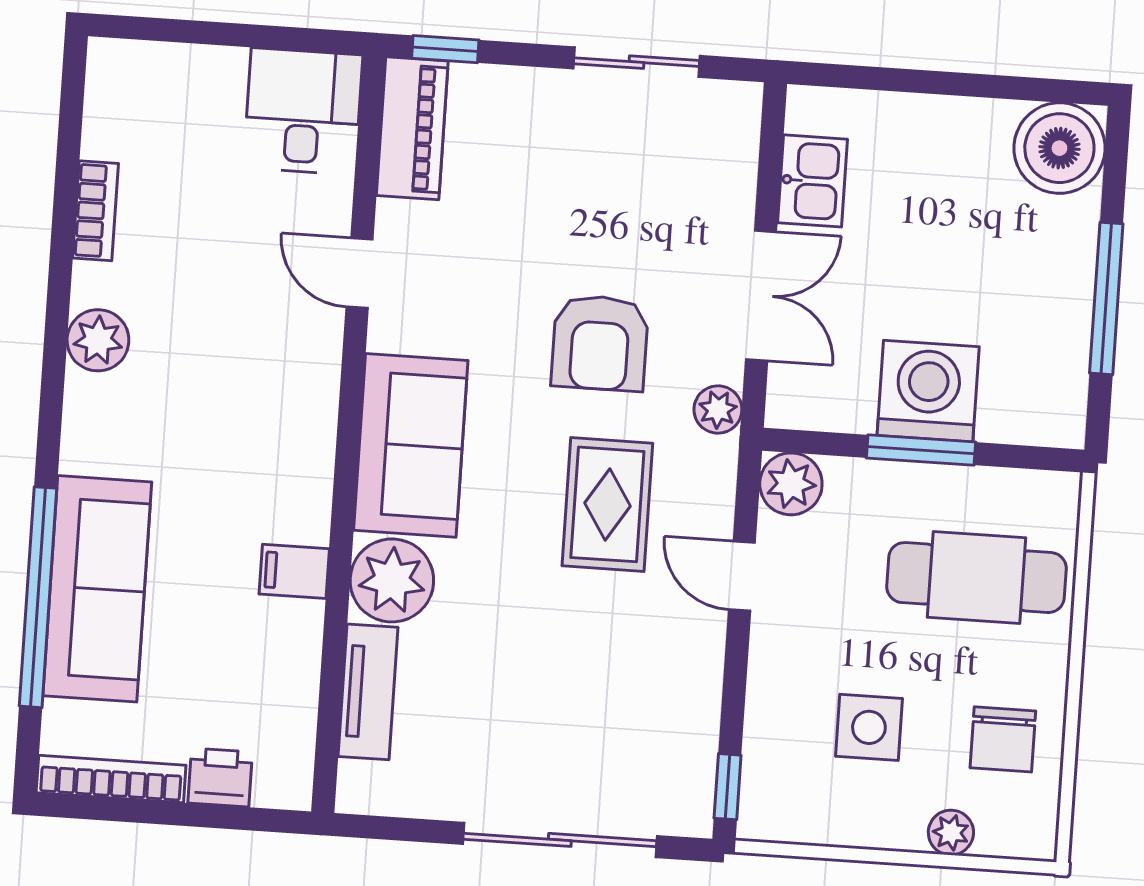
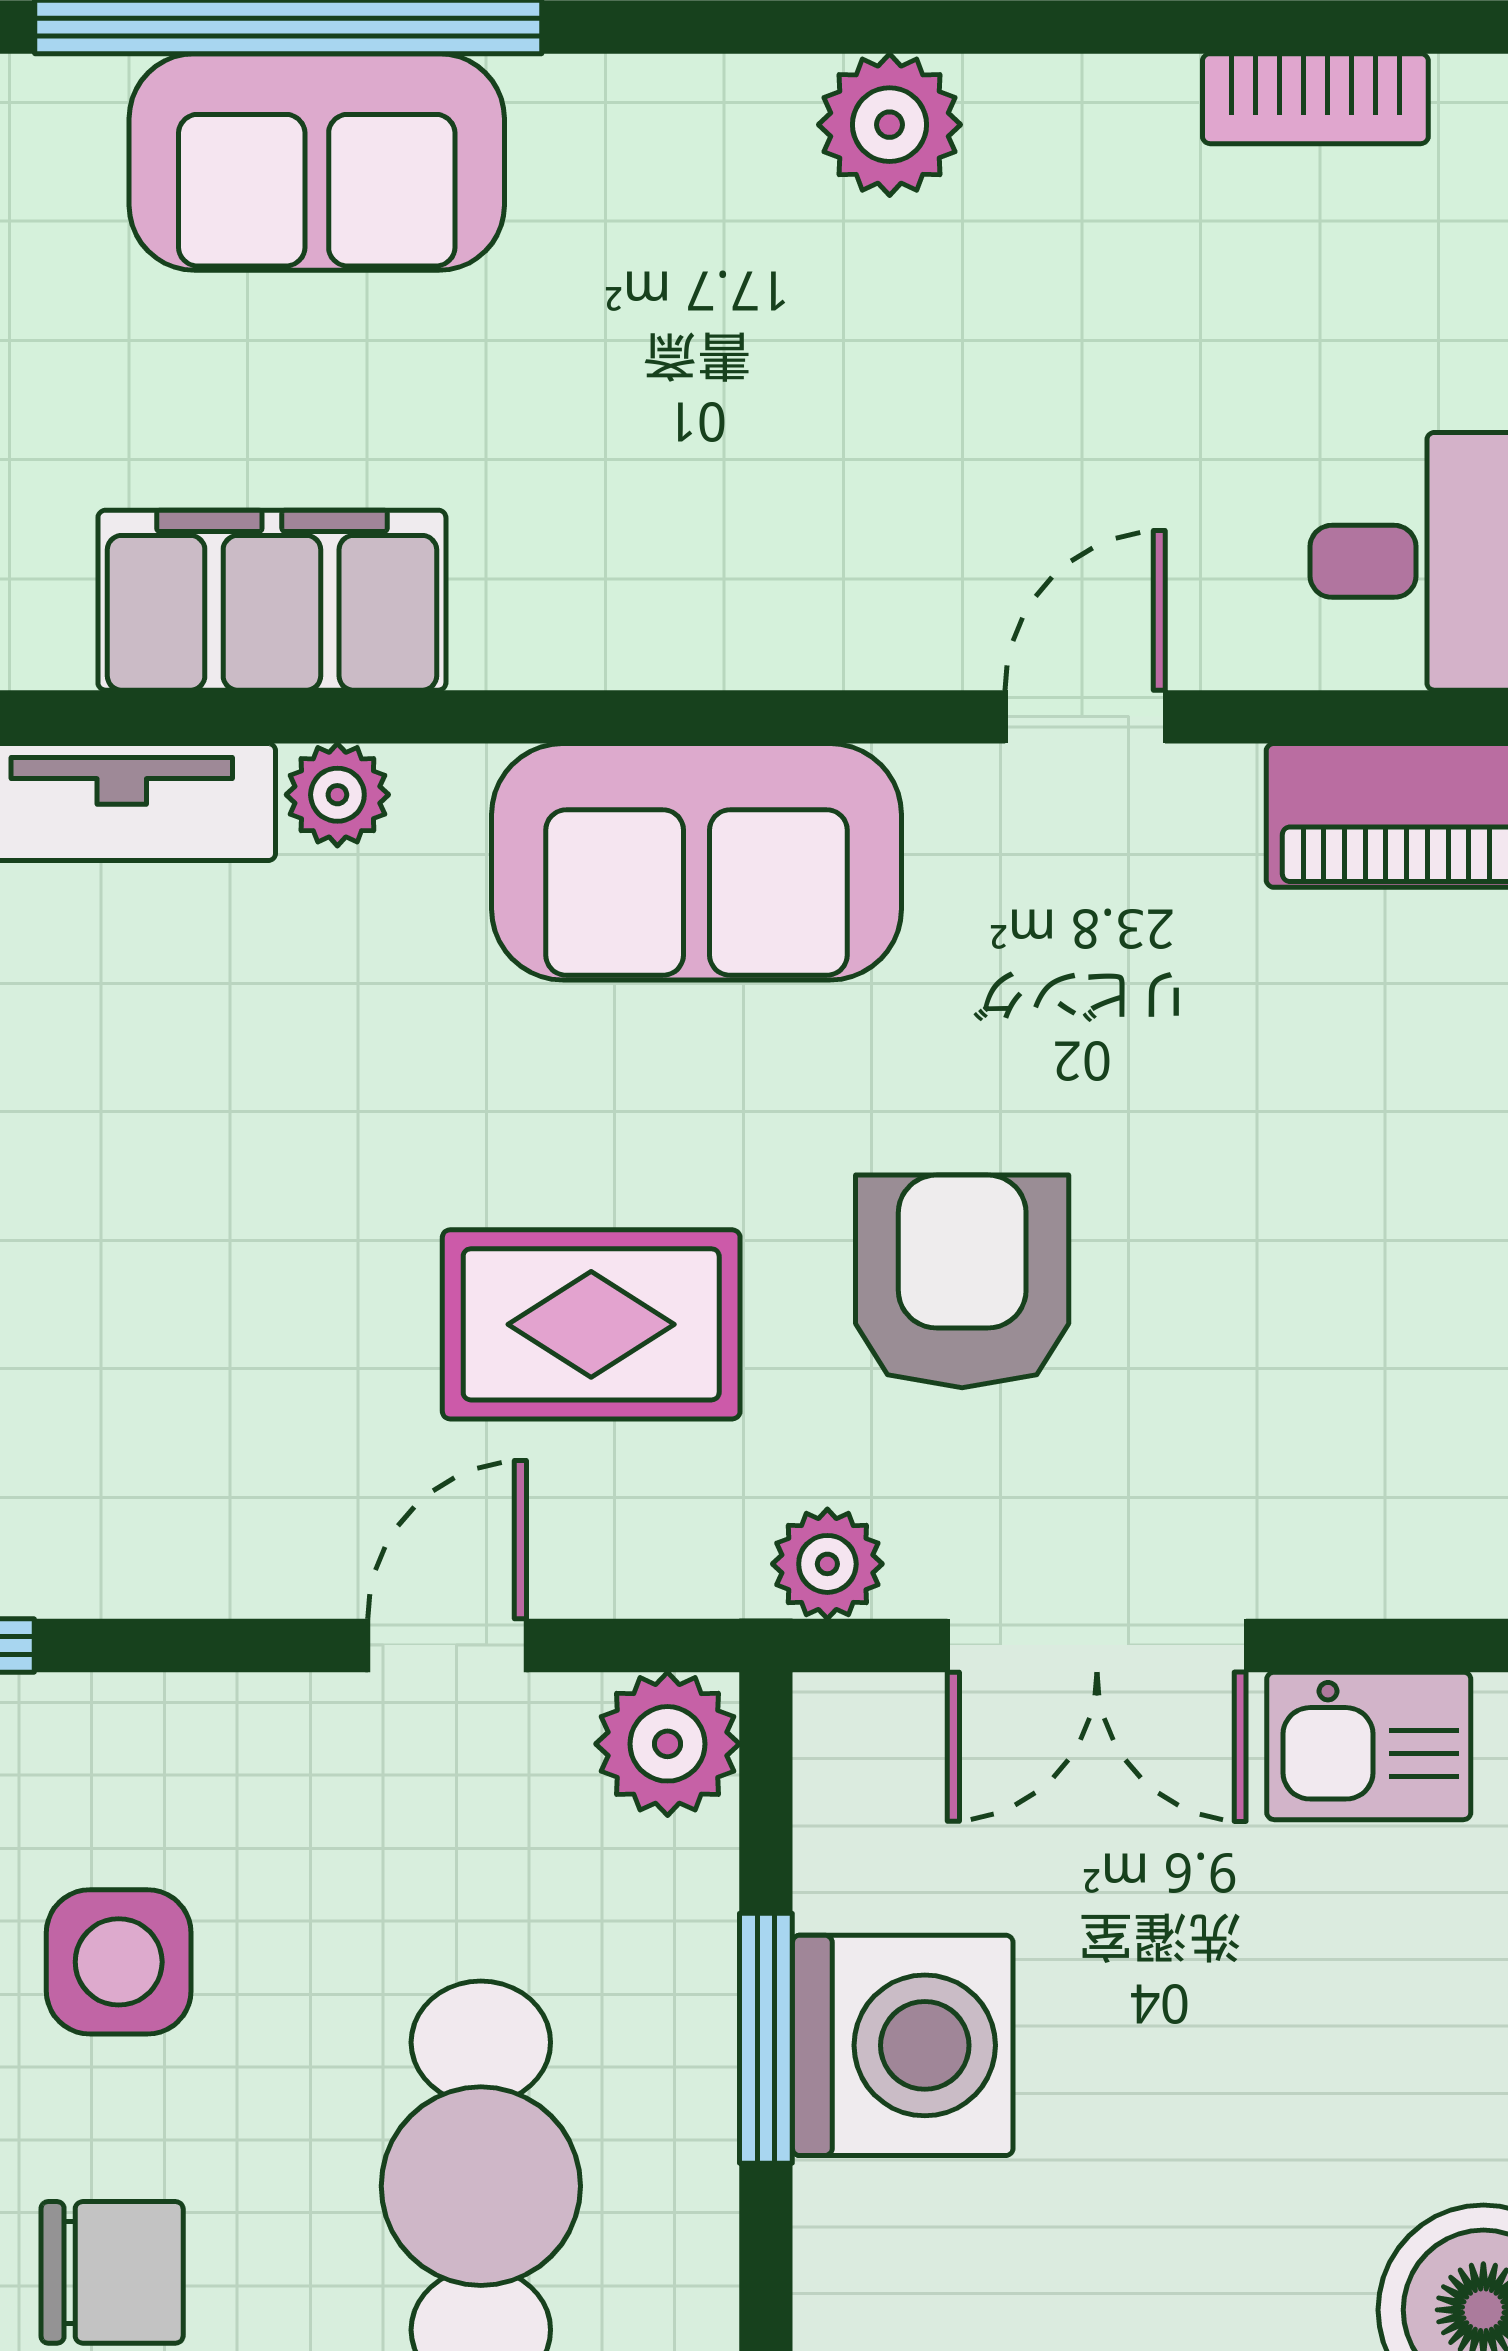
bookcase: (96, 211) -> (1315, 99), moved
armchair: (600, 343) -> (962, 1281), turned 90
filing cabinet: (294, 571) -> (272, 600), width x3.00, depth x1.17
plant: (392, 580) -> (337, 795), width x0.53, depth x0.53
sofa: (97, 589) -> (317, 162), width x0.73
chair: (1003, 739) -> (112, 2272), turned 180

